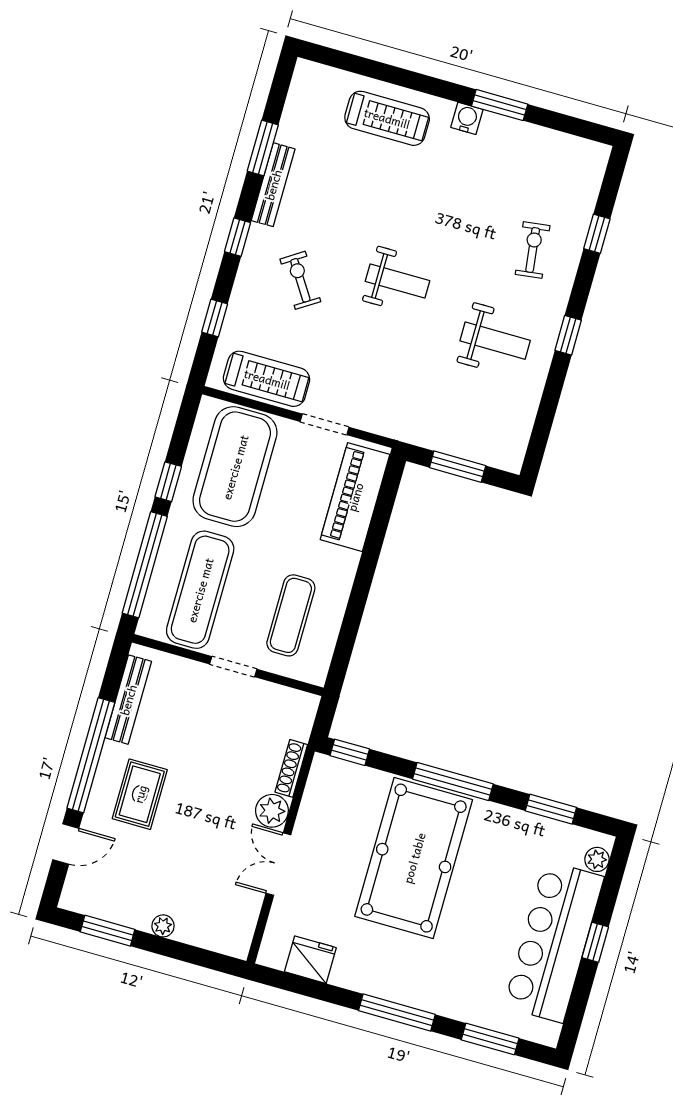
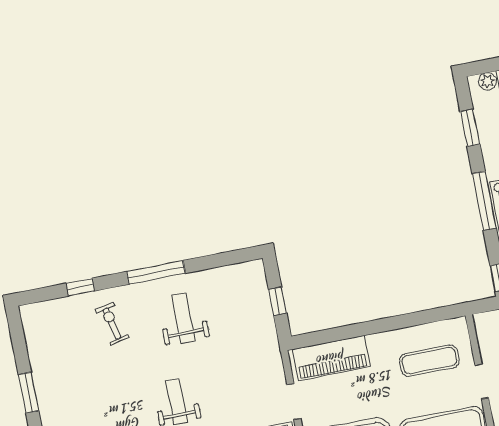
water cooler: (467, 118) -> (48, 410), removed
exercise bike: (533, 250) -> (112, 324), turned 84
window: (568, 335) -> (156, 272), width x2.17
window: (458, 467) -> (278, 301), width x0.67

